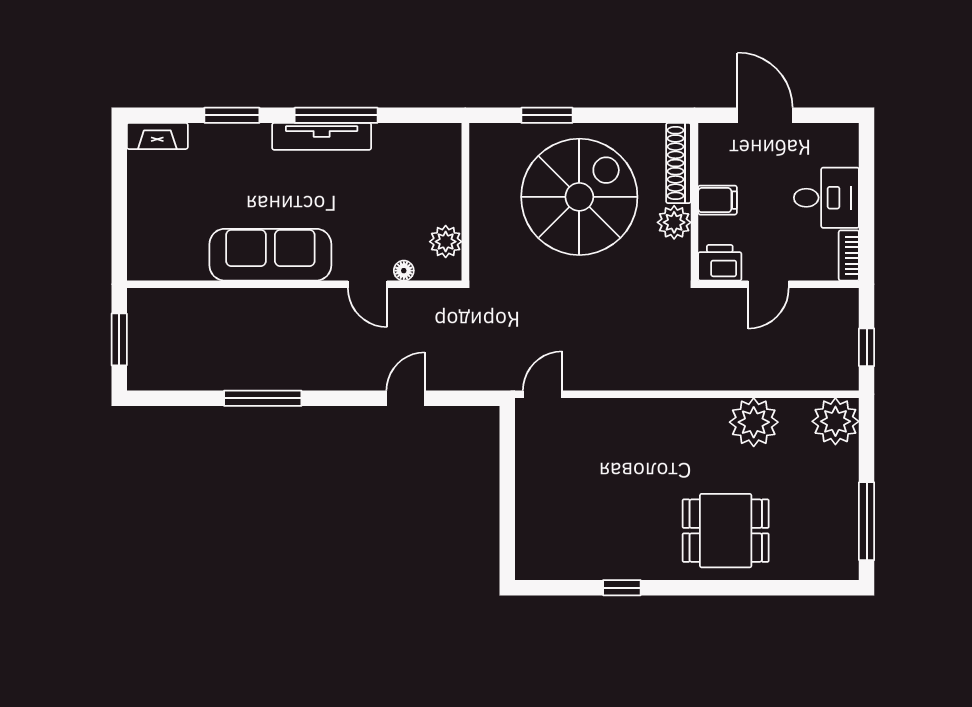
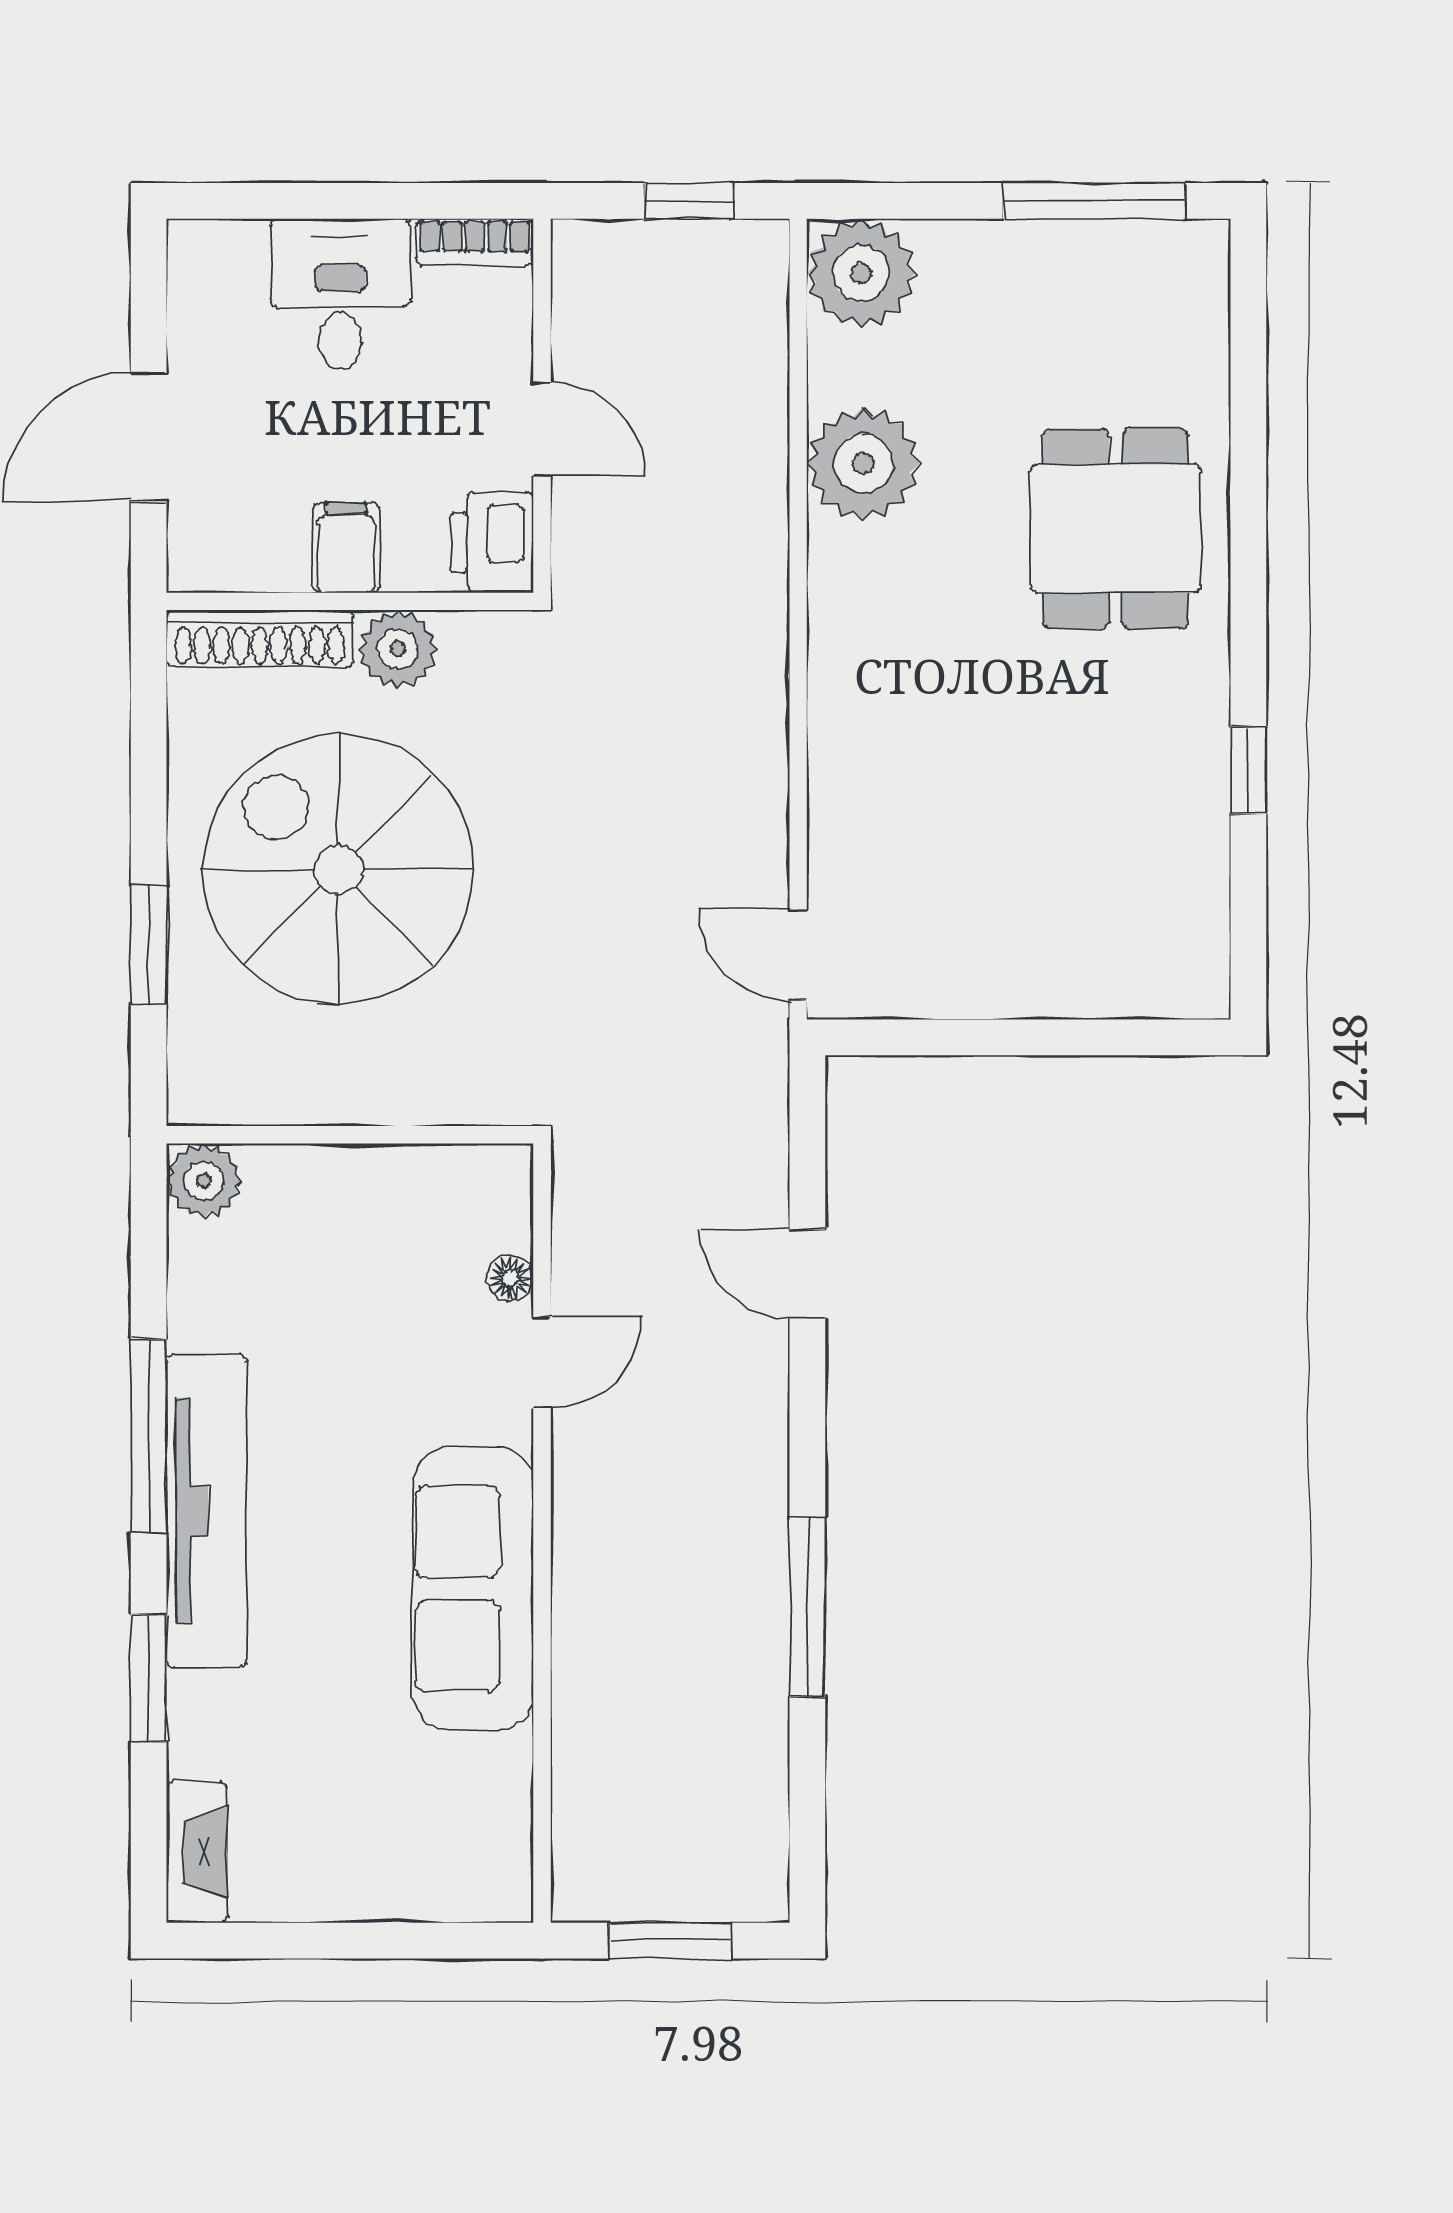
tv unit: (322, 136) -> (207, 1511), width x1.36, depth x1.29
plant: (446, 242) -> (204, 1181), moved

